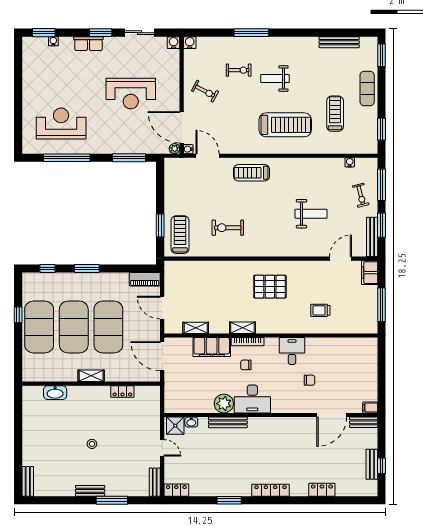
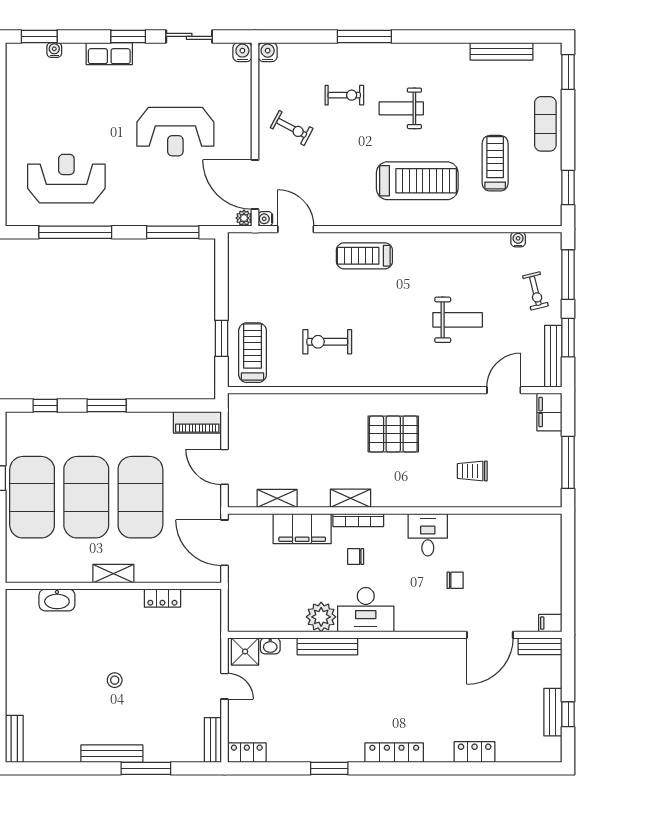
bench: (90, 491) -> (112, 754), width x1.36

